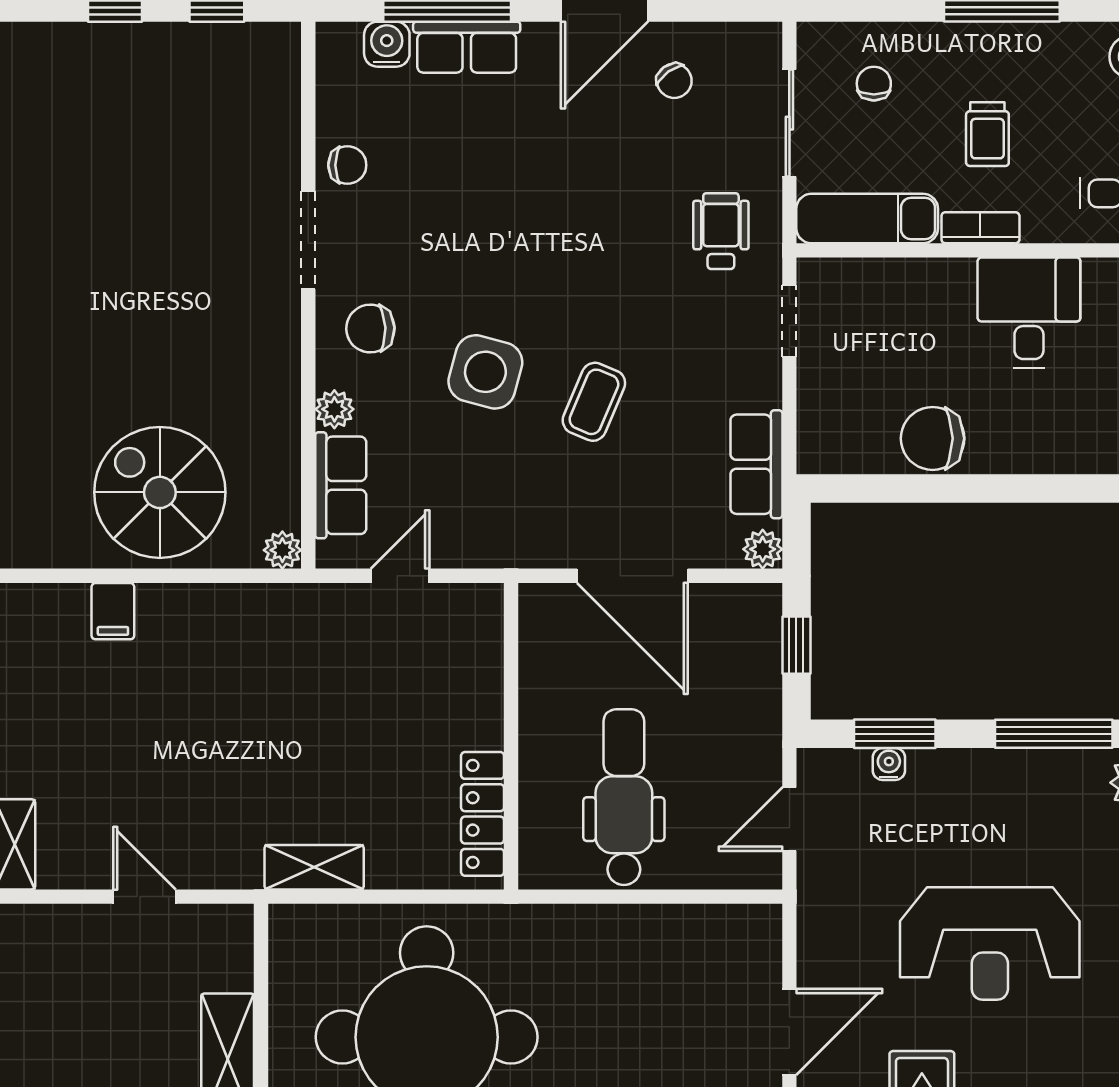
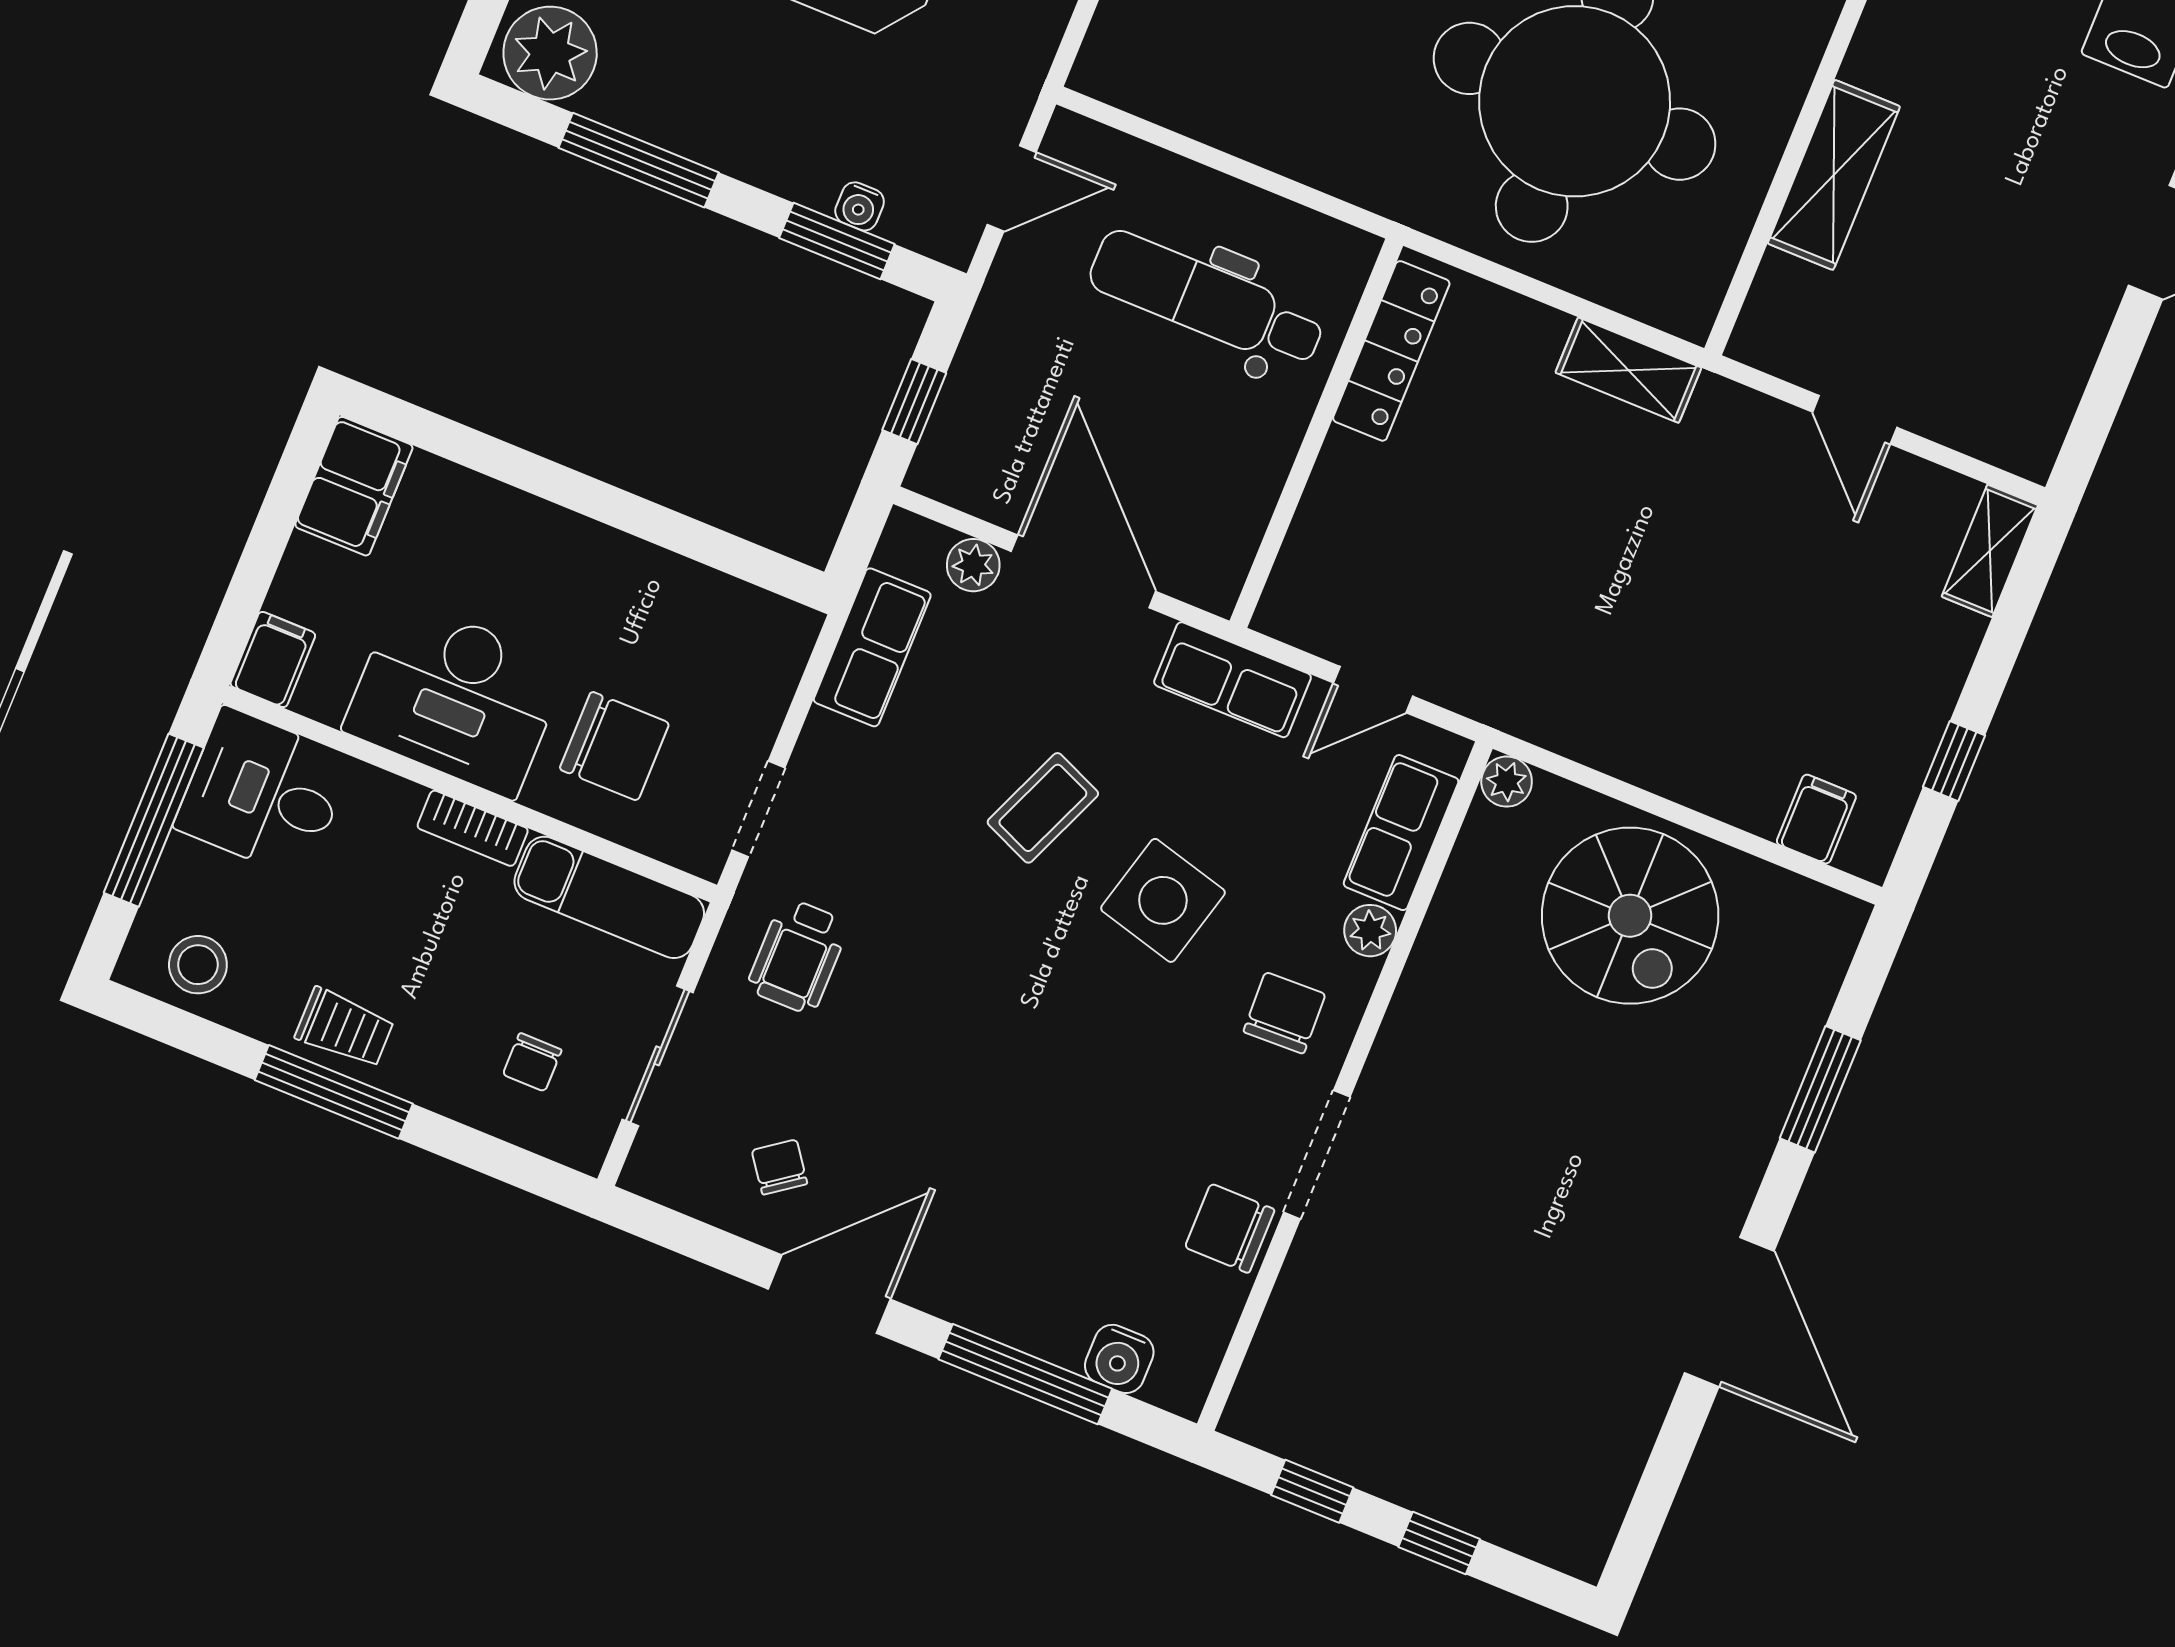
row of seats: (467, 47) -> (1233, 680), moved, turned 180
trolley: (987, 134) -> (345, 1028), moved, turned 90
chair: (347, 165) -> (1230, 1228), width x1.37, depth x1.37
desk: (1029, 313) -> (455, 698), width x1.37
chair: (370, 329) -> (1284, 1013), turned -90
chair: (933, 438) -> (614, 746), moved
plant: (763, 549) -> (973, 565), moved
filing cabinet: (113, 611) -> (1816, 819), moved
dental chair: (624, 797) -> (1207, 300), turned 90

